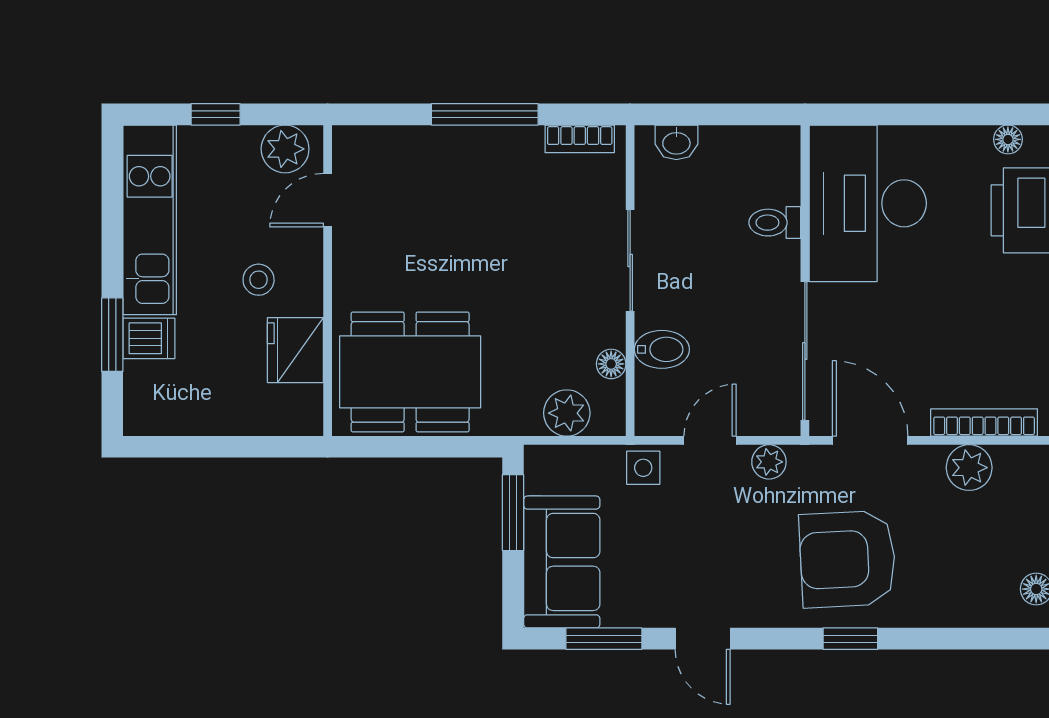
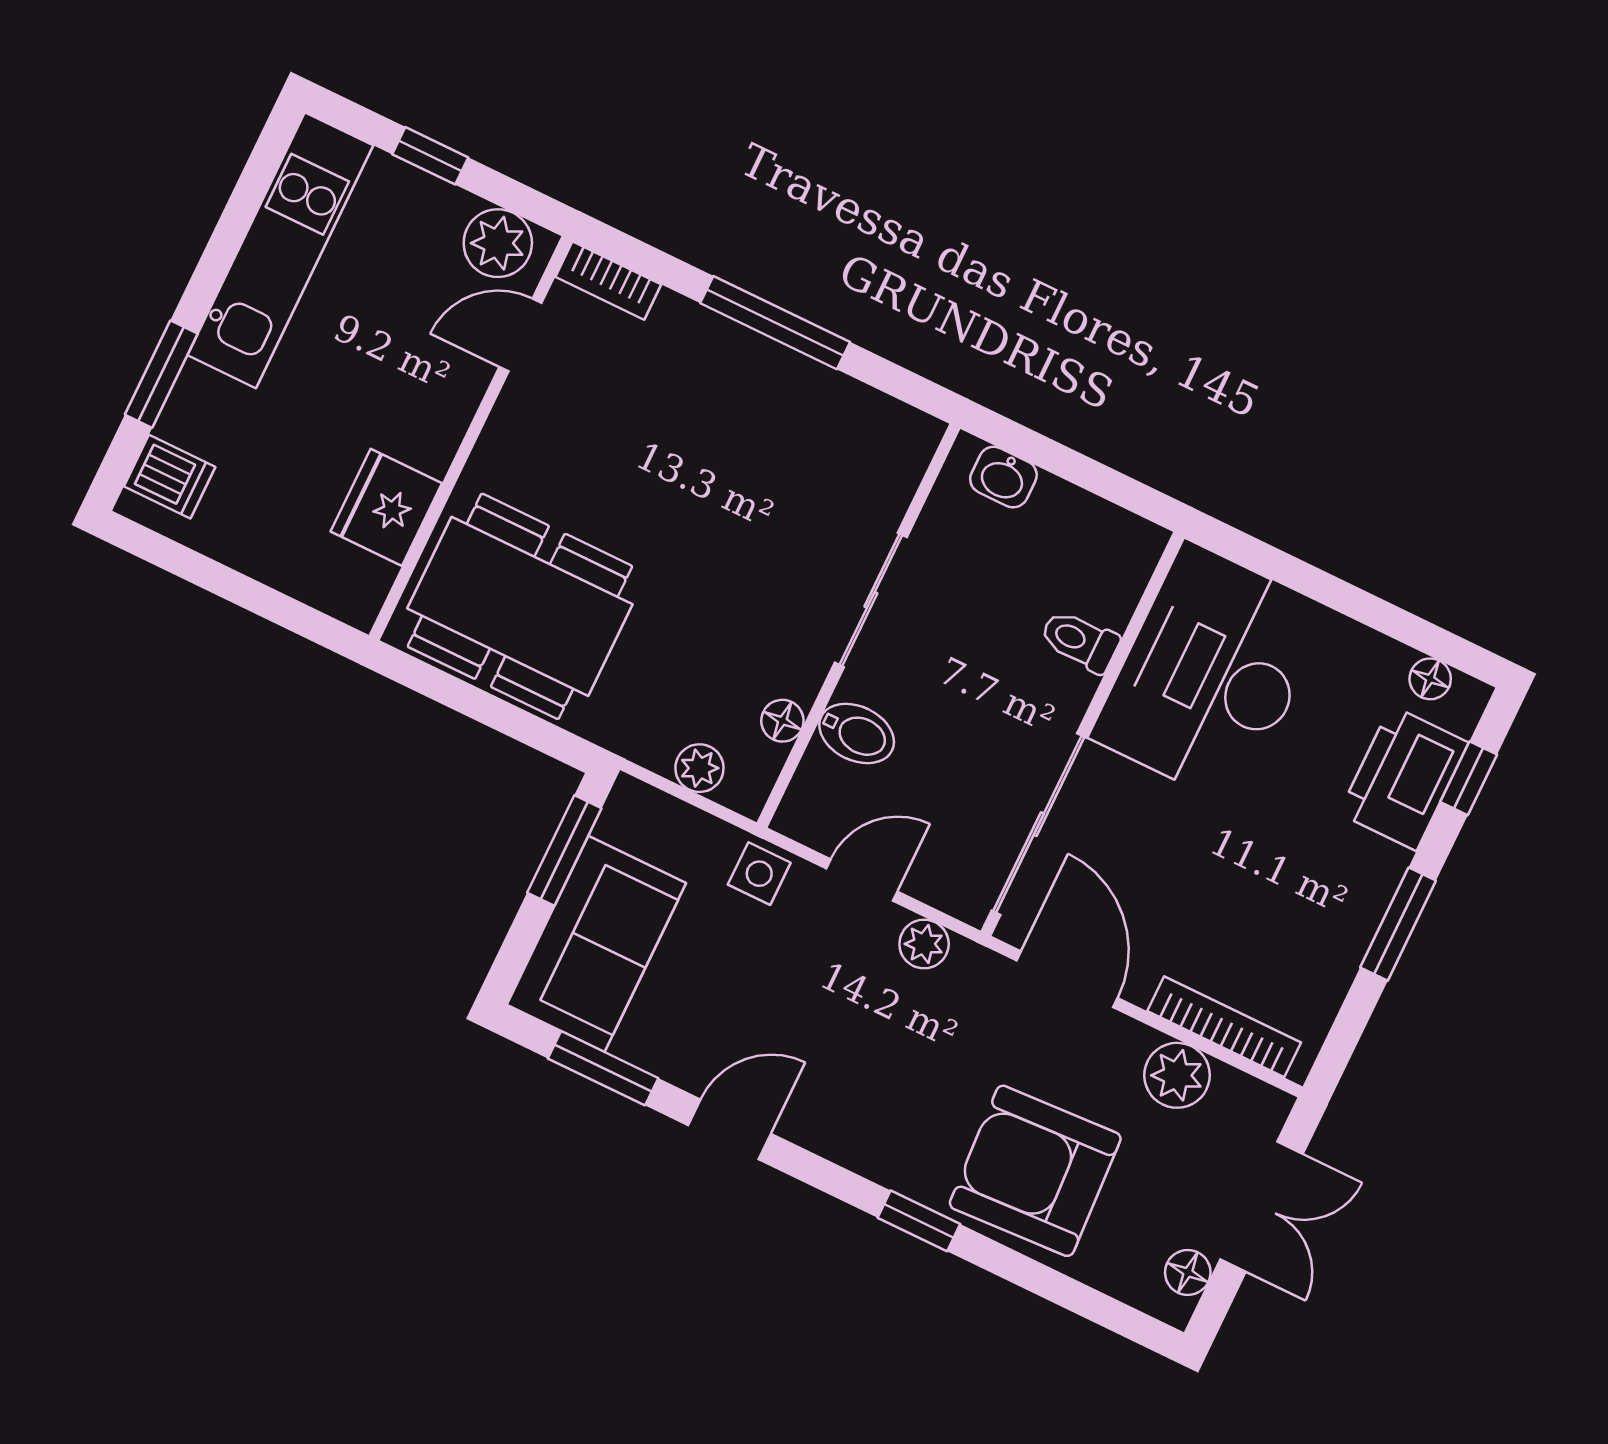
bookcase: (580, 139) -> (608, 281), moved
stool: (259, 280) -> (383, 394), removed
dishwasher: (149, 338) -> (170, 477), moved
plant: (567, 413) -> (699, 768), width x0.73, depth x0.73
armchair: (848, 559) -> (1035, 1171), moved
door: (703, 639) -> (730, 1129), swing flipped

